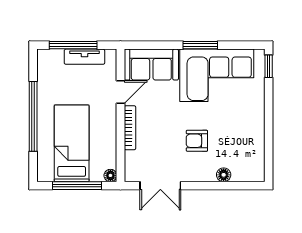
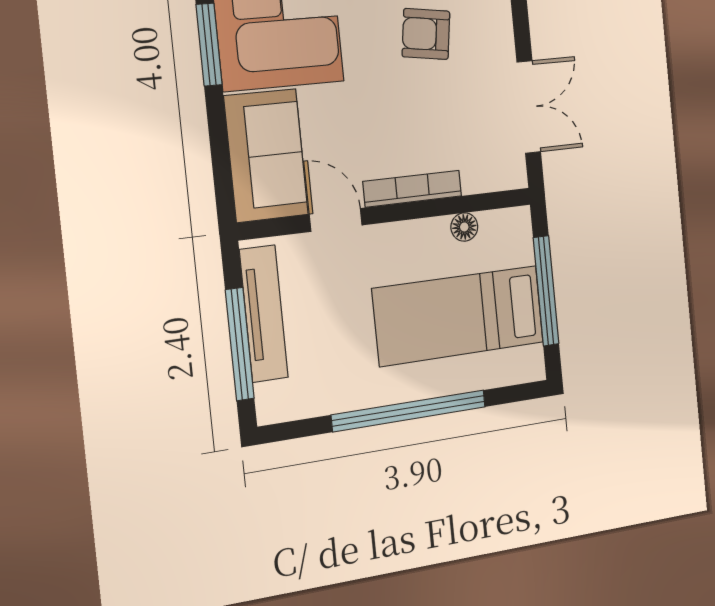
tv unit: (84, 57) -> (264, 314), width x1.41
armchair: (197, 141) -> (426, 34), turned 98
floor lamp: (110, 175) -> (464, 227), moved

